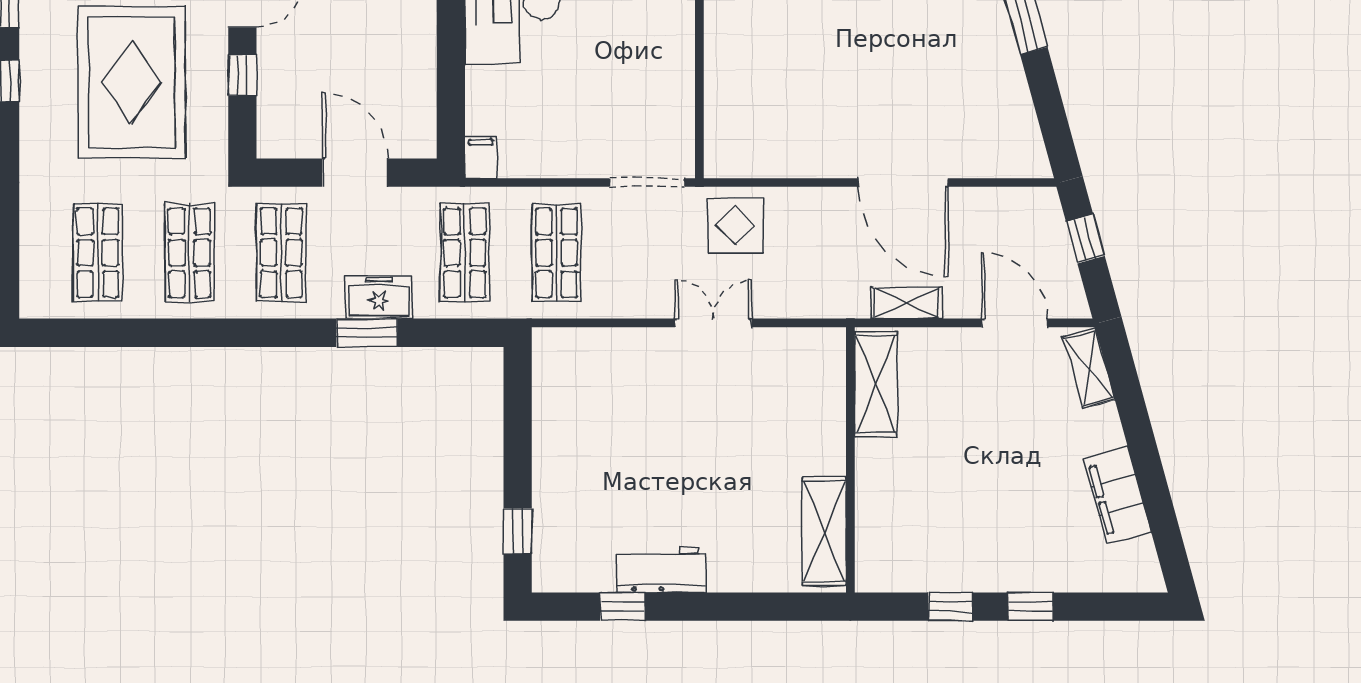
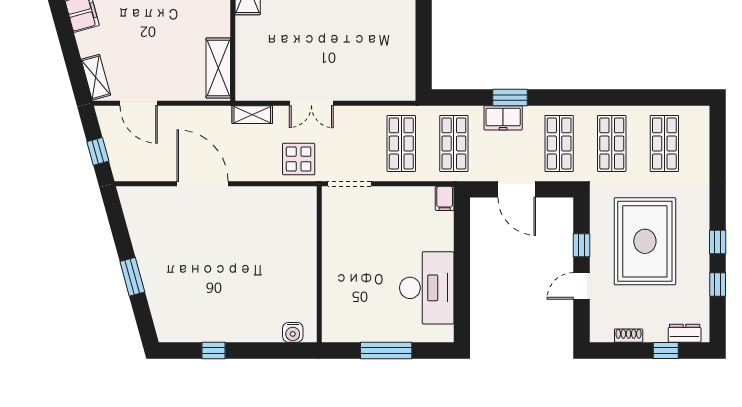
shelving: (907, 303) -> (252, 115), moved

